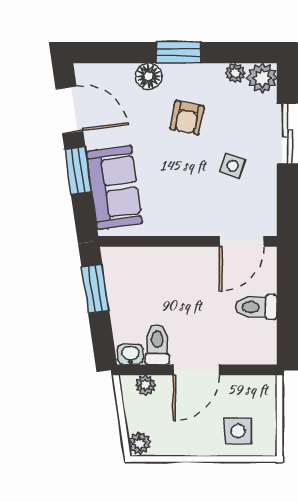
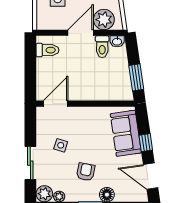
window: (78, 171) -> (146, 143), width x0.67
toilet: (256, 307) -> (47, 50), moved
plant: (145, 385) -> (104, 20), width x1.88, depth x1.88

